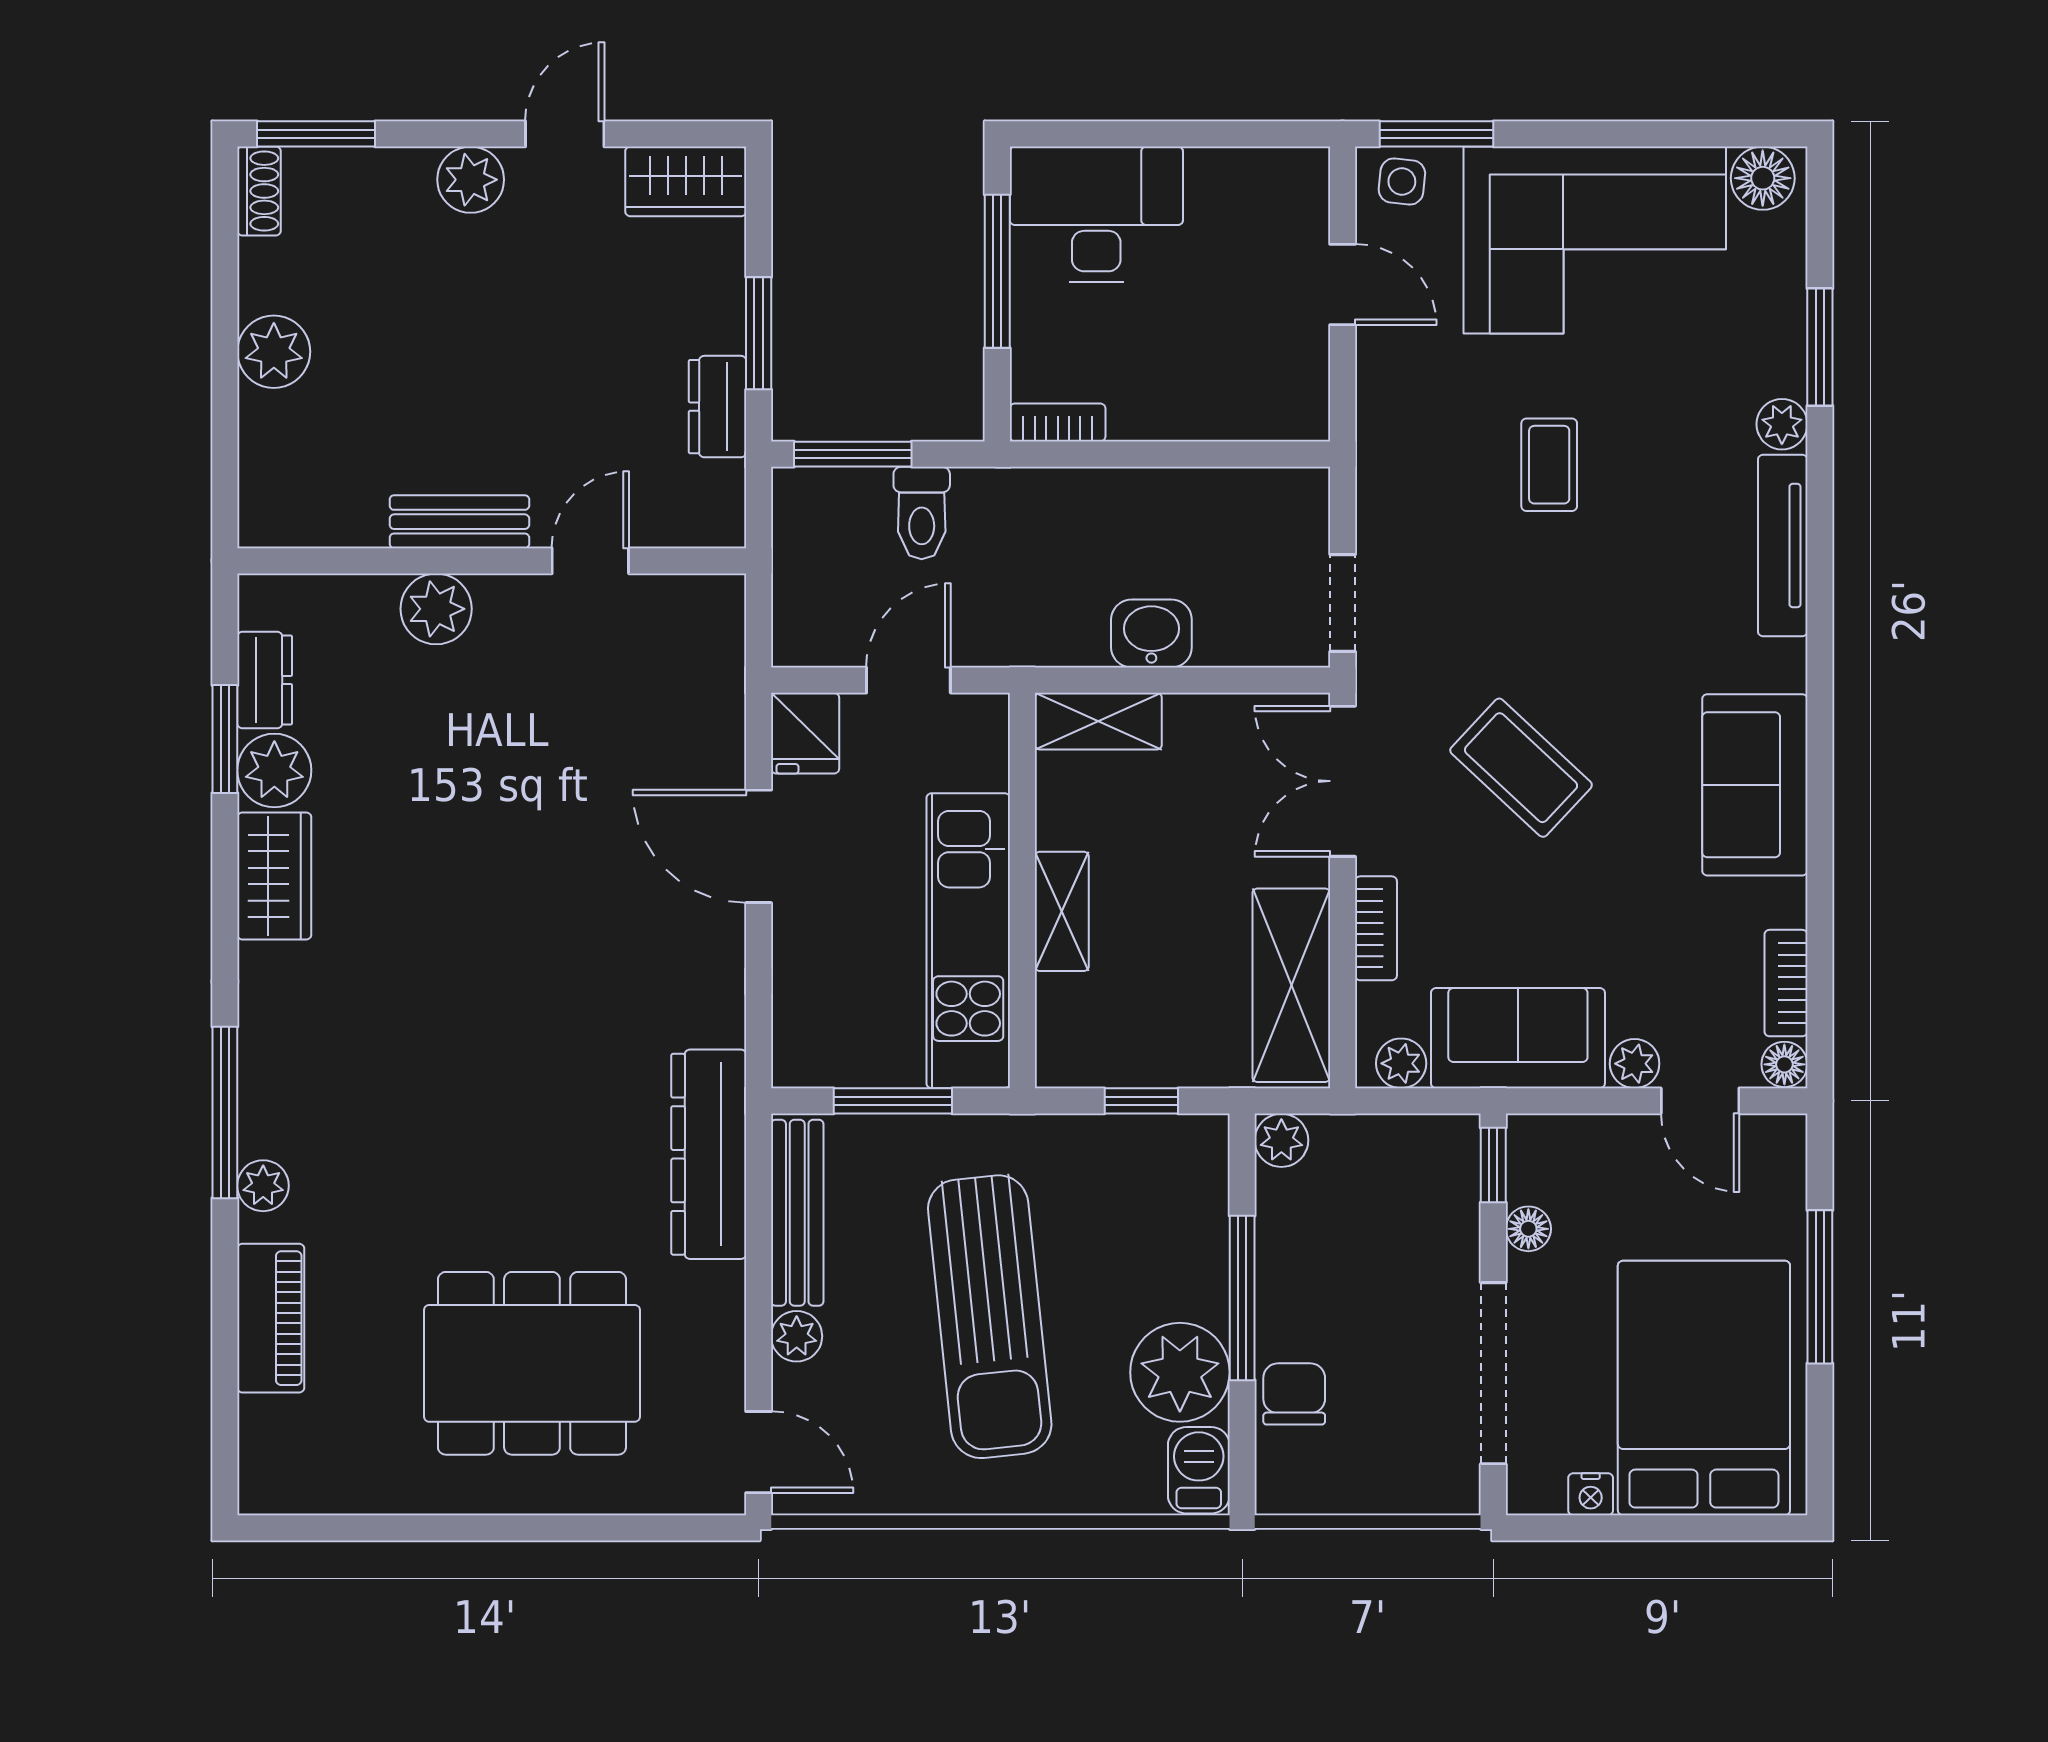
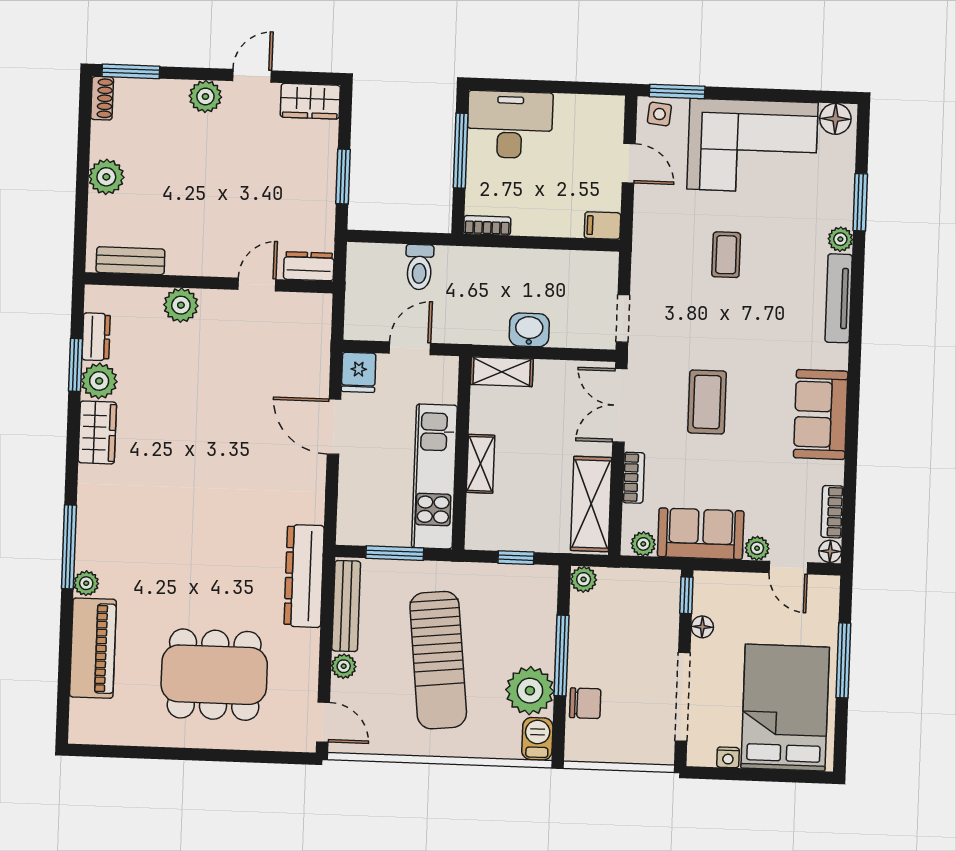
dresser: (717, 407) -> (309, 266), moved, turned 90
filing cabinet: (1294, 414) -> (602, 226), added
window: (853, 454) -> (387, 237), removed
bench: (459, 522) -> (130, 261), moved
coffee table: (1521, 768) -> (707, 402), turned 47
piano: (271, 1318) -> (93, 648), width x1.37, depth x1.33
chair: (1294, 1394) -> (585, 703), turned 90

